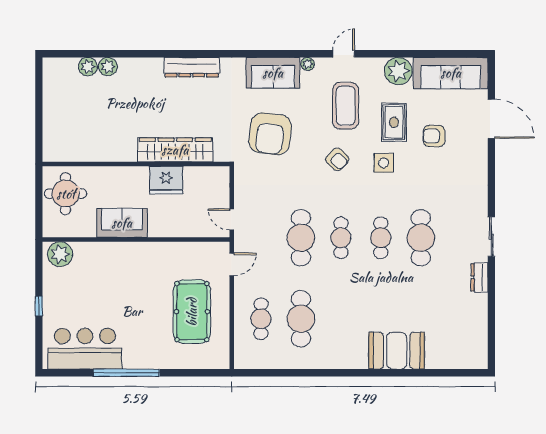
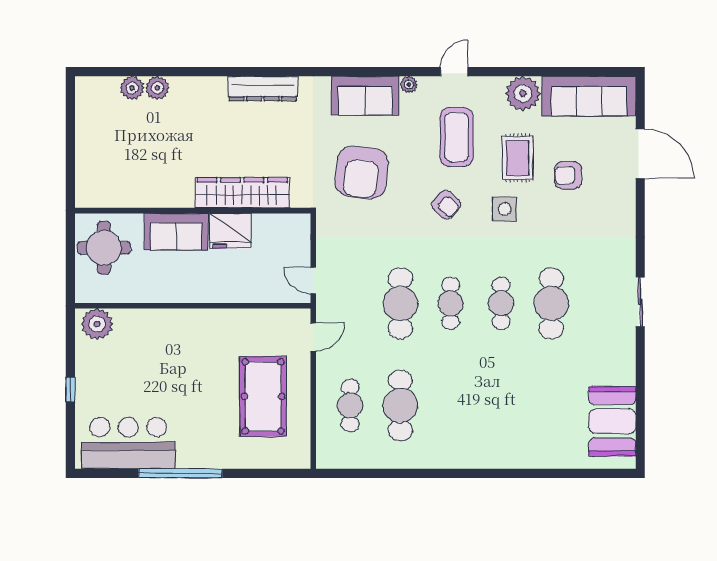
sofa: (122, 223) -> (176, 232), moved, turned 180
dresser: (479, 277) -> (625, 353), removed
booth: (397, 351) -> (612, 421), moved, turned 90

